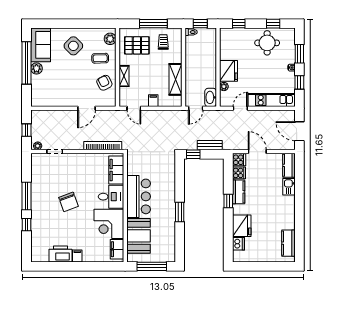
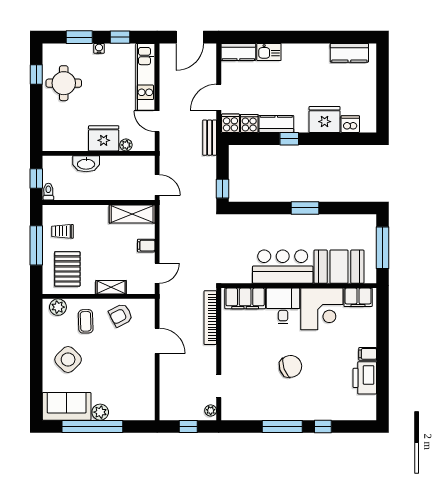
window: (239, 24) -> (36, 124), removed
shelving: (175, 79) -> (132, 214), moved
washbasin: (211, 97) -> (86, 164), moved
bench: (210, 145) -> (210, 138), moved

